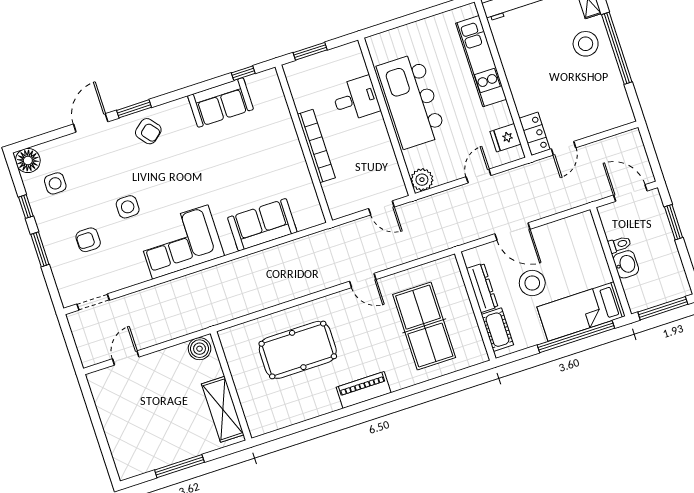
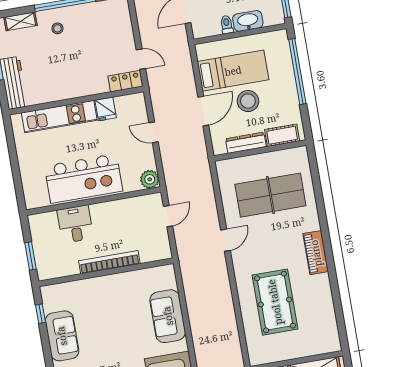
stool: (586, 44) -> (57, 28), width x0.53, depth x0.53
fridge: (506, 138) -> (106, 109), moved
washbasin: (626, 264) -> (248, 21), width x1.38
bed: (581, 312) -> (233, 71), moved, turned -90

